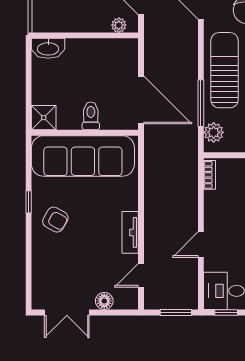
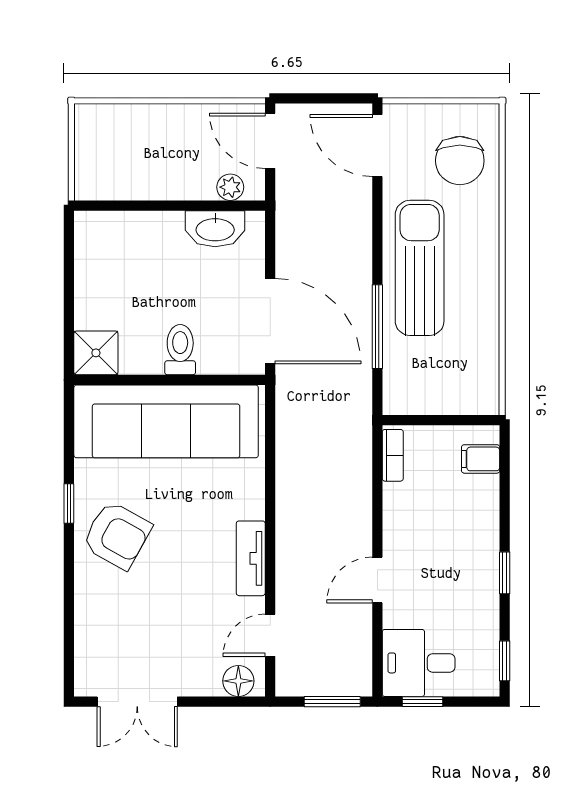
washbasin: (48, 48) -> (215, 229), moved
plant: (214, 132) -> (400, 379), removed
armchair: (55, 220) -> (117, 535), width x1.38, depth x1.38
floor lamp: (104, 301) -> (238, 681), moved

